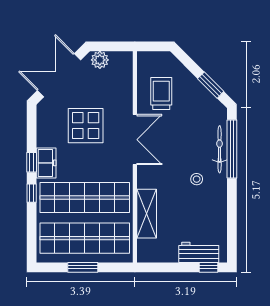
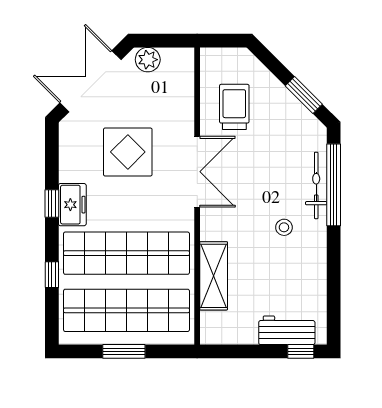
window: (32, 193) -> (52, 275), moved

